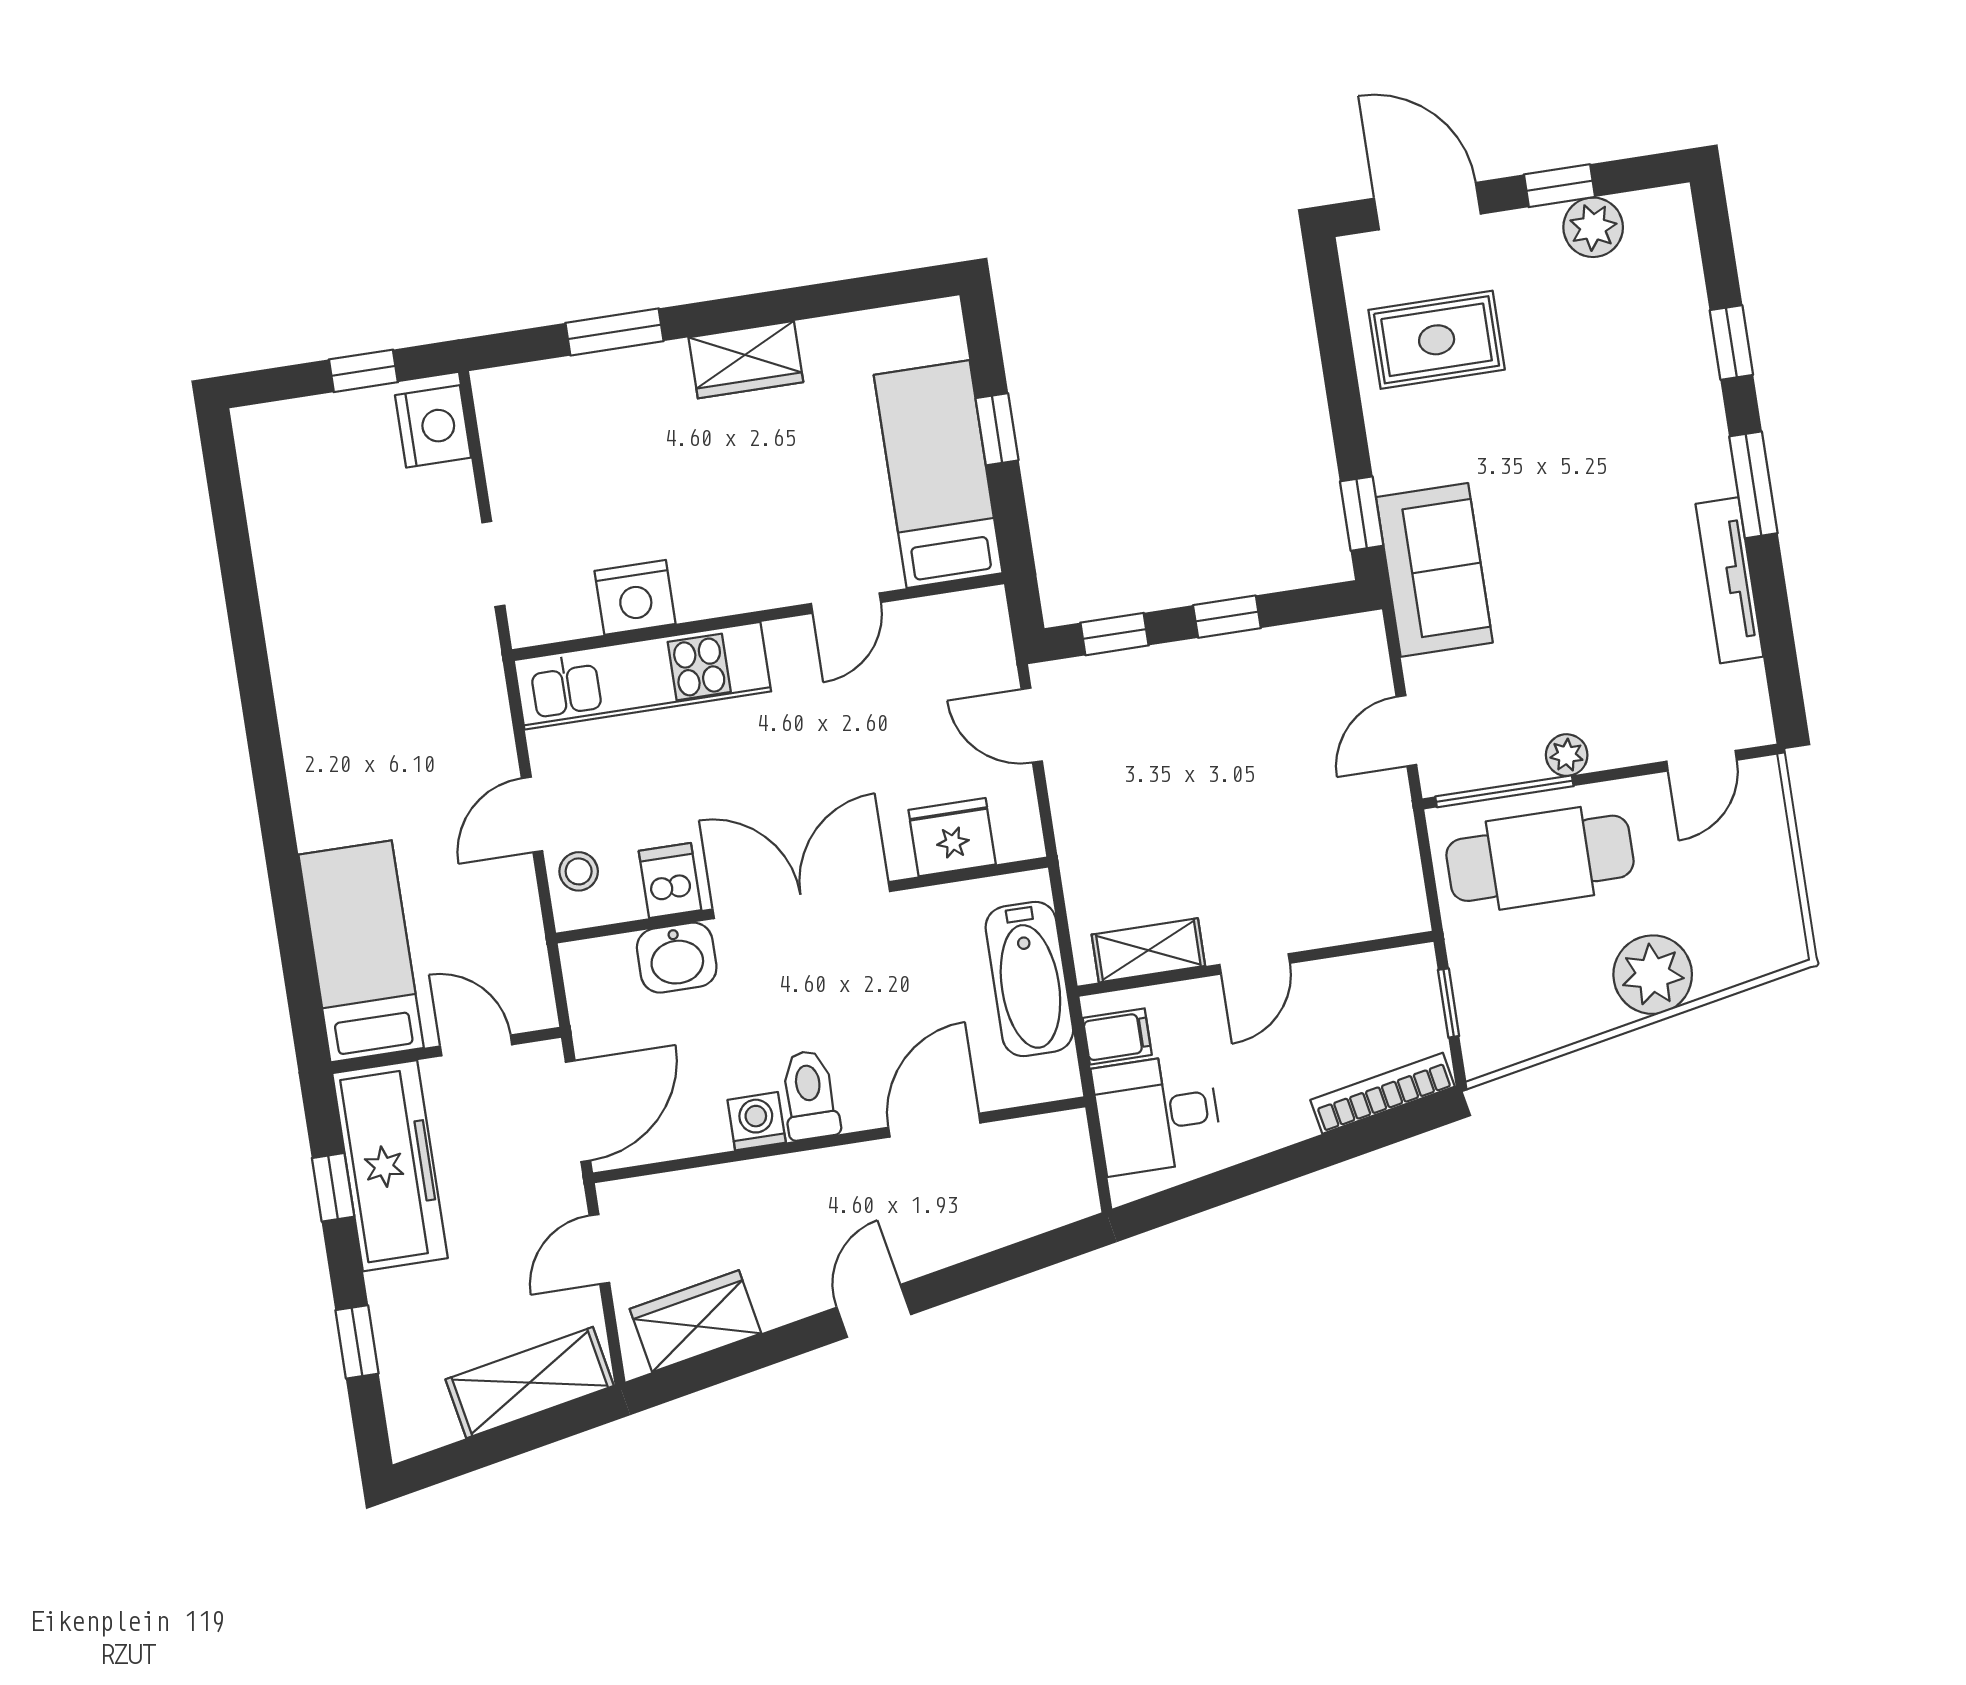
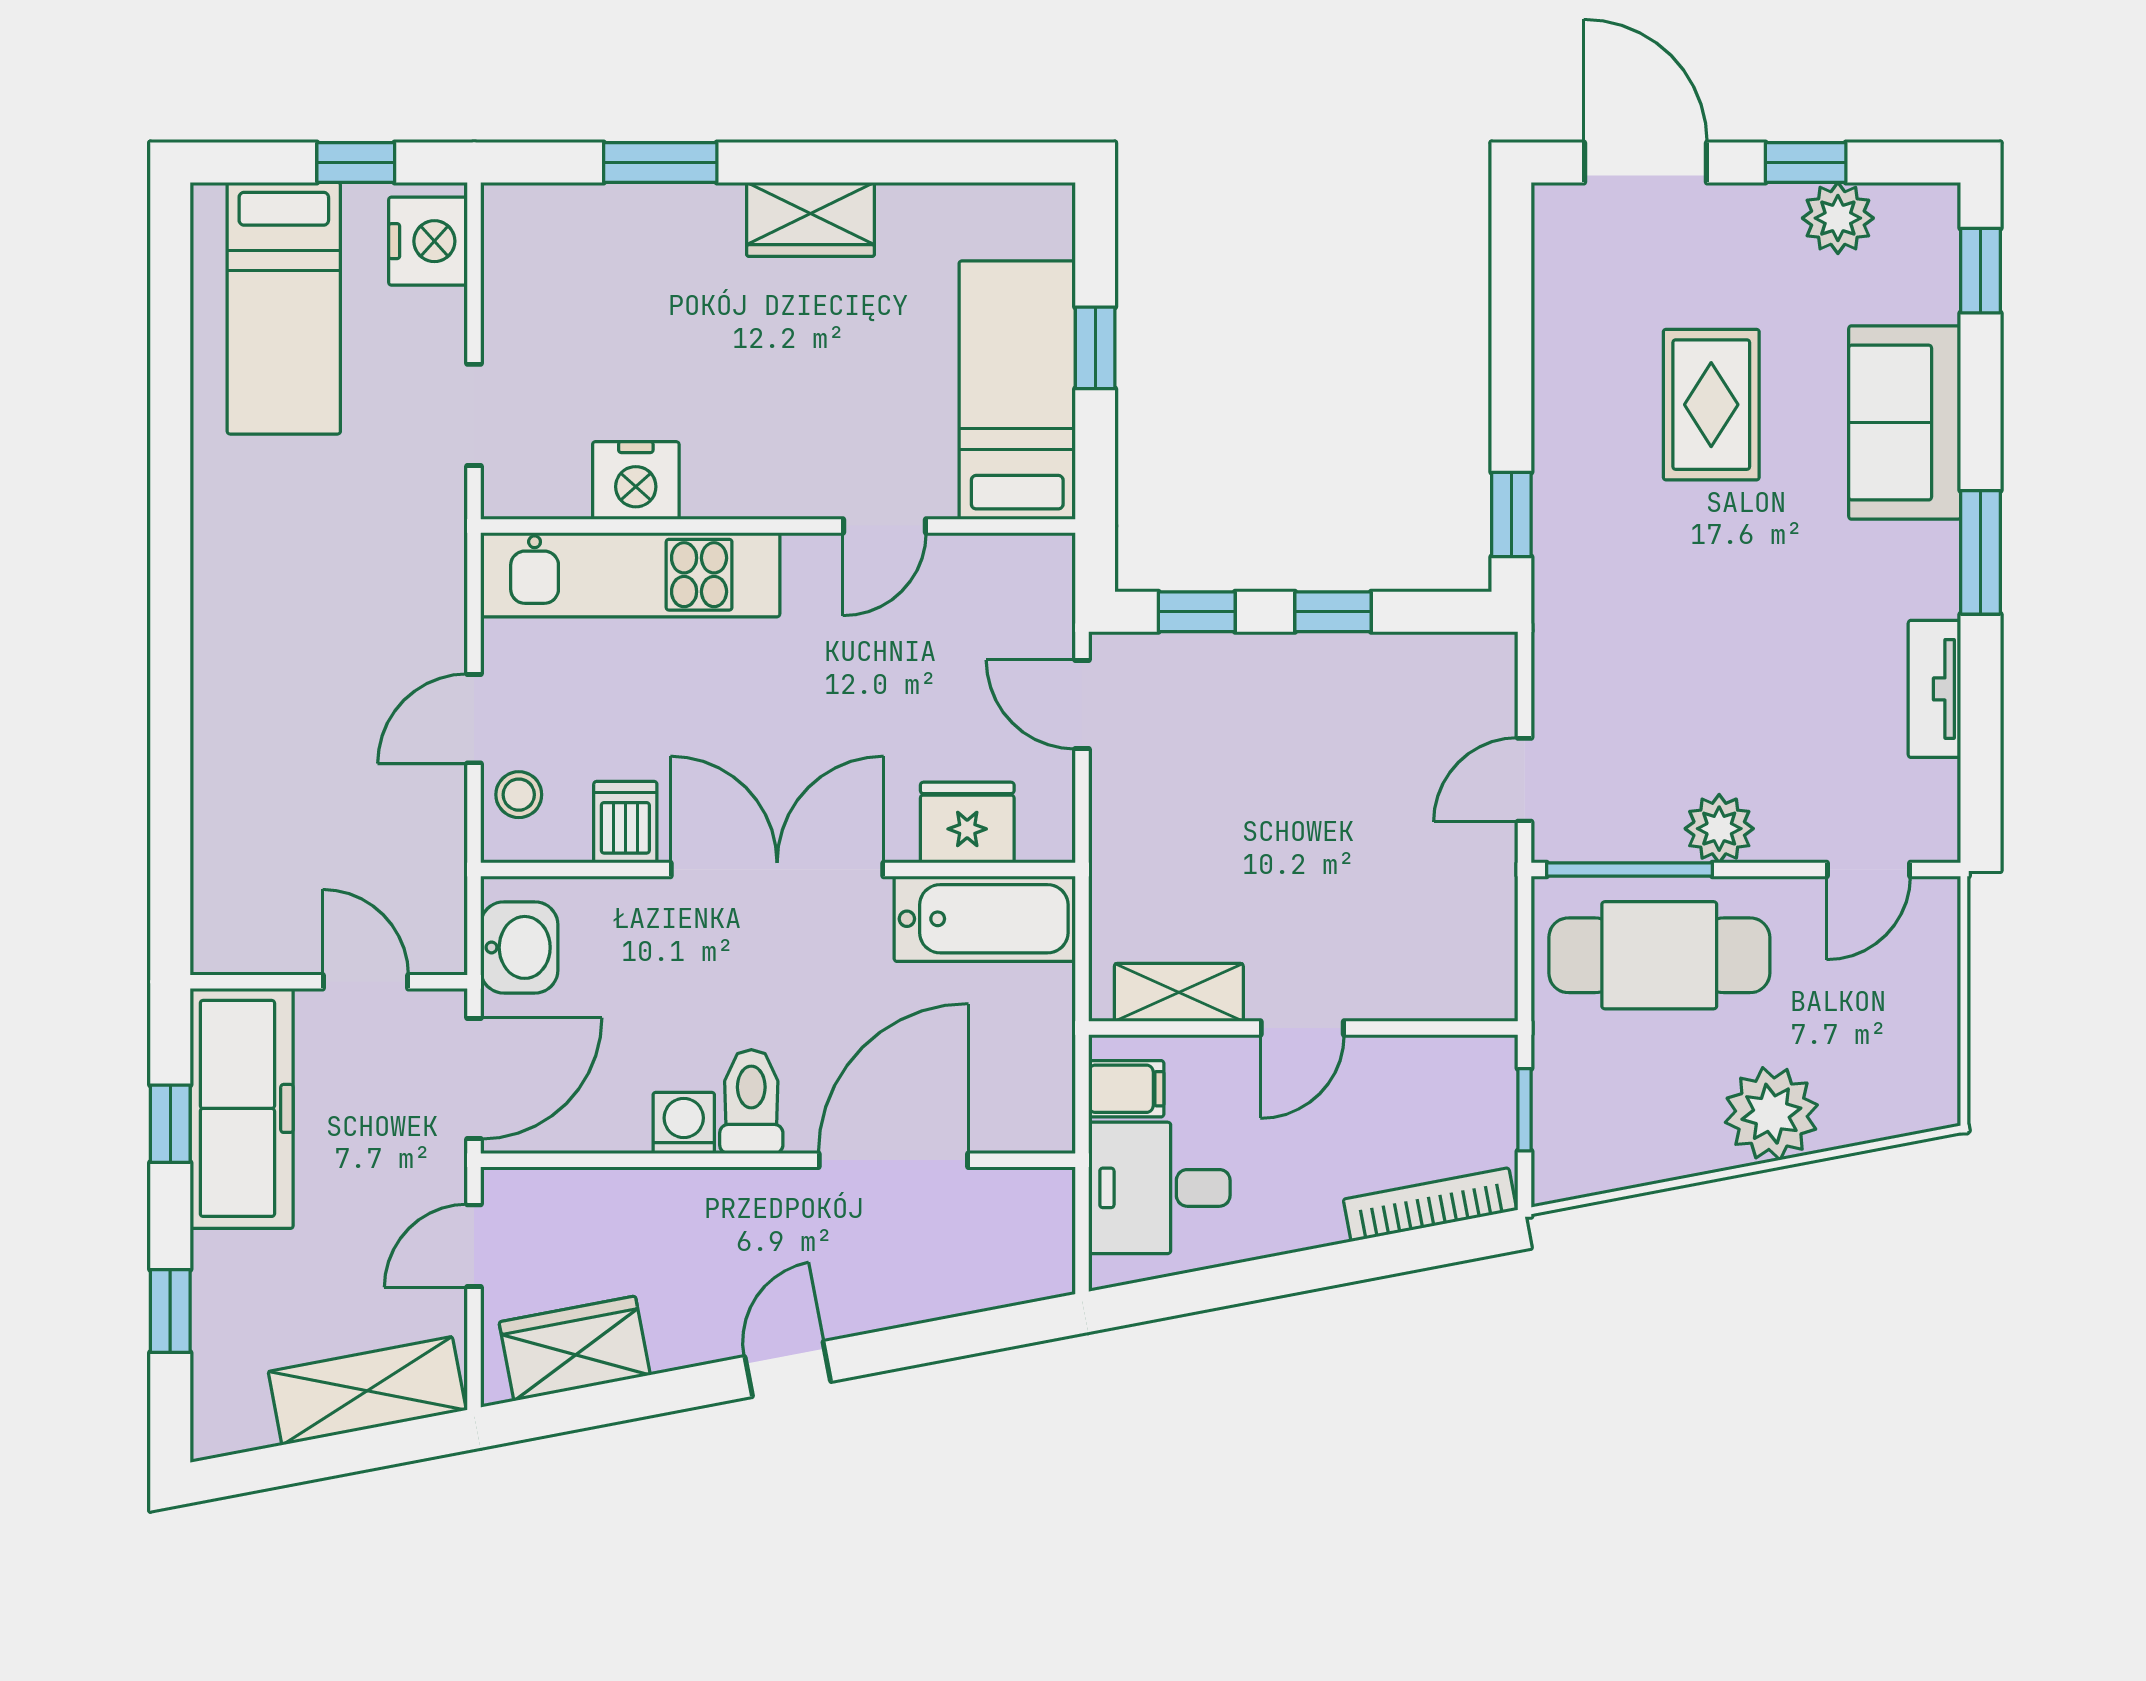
rug: (1437, 340) -> (1711, 405), moved, turned 90
window: (1731, 342) -> (1980, 271), moved
sofa: (1434, 570) -> (1905, 423), moved, turned 180
tv unit: (1729, 580) -> (1934, 689), width x0.71
plant: (1567, 755) -> (1719, 829), width x1.38, depth x1.38
bed: (361, 951) -> (284, 308), moved, turned 180
washbasin: (677, 958) -> (519, 947), moved, turned -90
bathtub: (1029, 979) -> (985, 919), moved, turned -90
door: (934, 1125) -> (893, 1160), width x1.36

